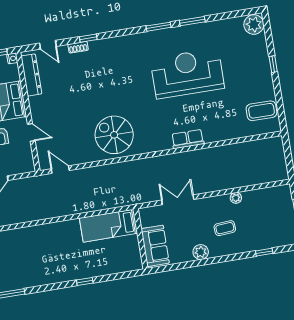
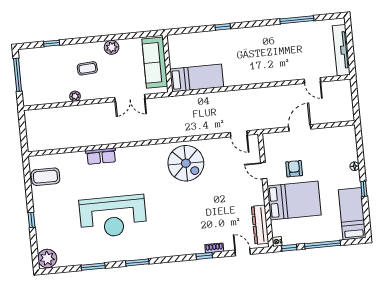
window: (192, 21) -> (93, 267), moved
row of seats: (188, 139) -> (101, 156), moved
sofa: (155, 246) -> (155, 63), width x1.36

